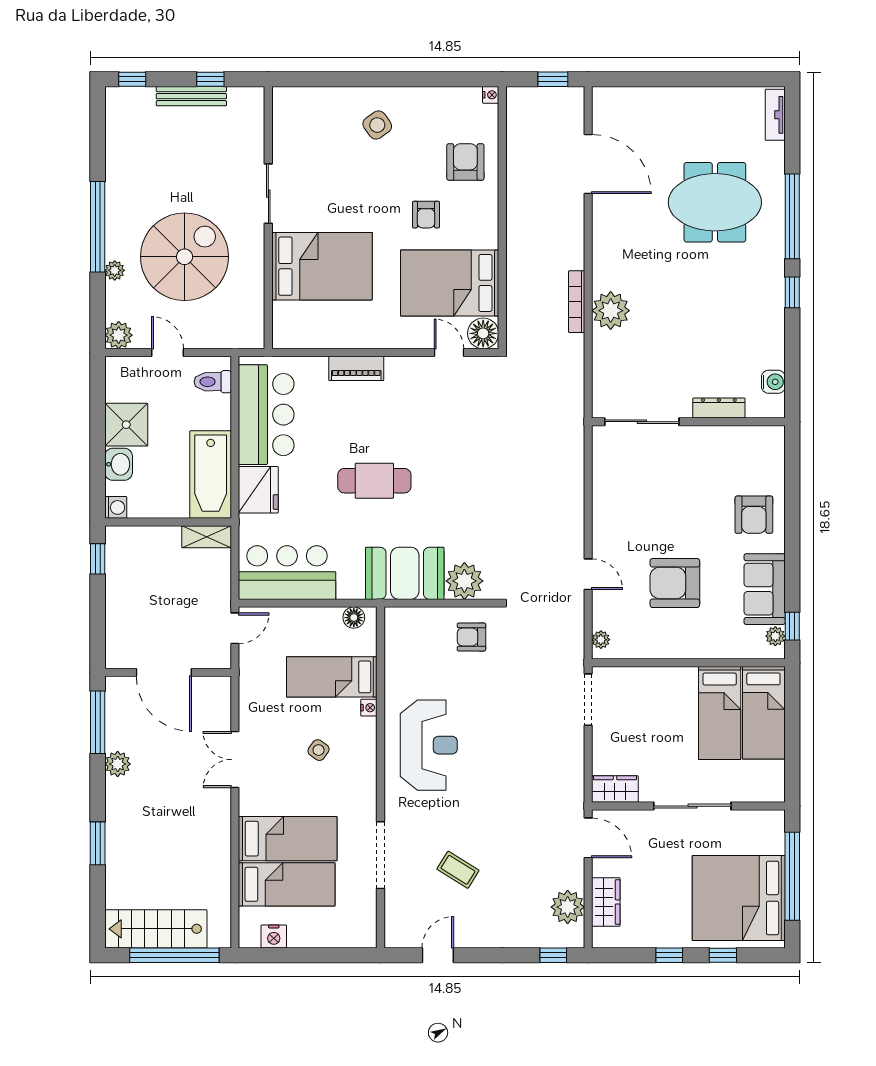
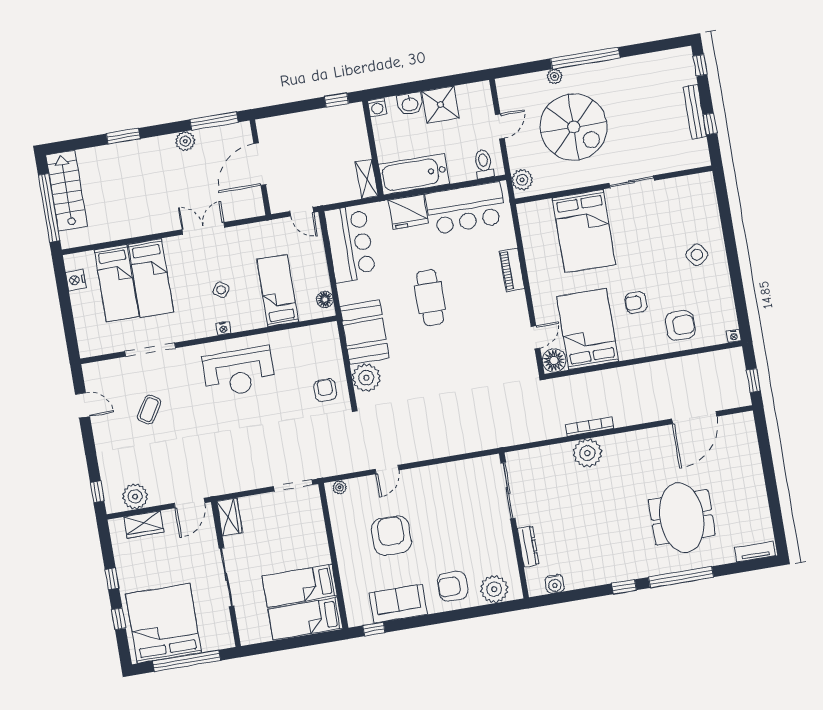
plant: (119, 335) -> (522, 180), moved
plant: (775, 636) -> (494, 589), moved, width x1.88, depth x1.88
nightstand: (369, 708) -> (223, 328), moved

